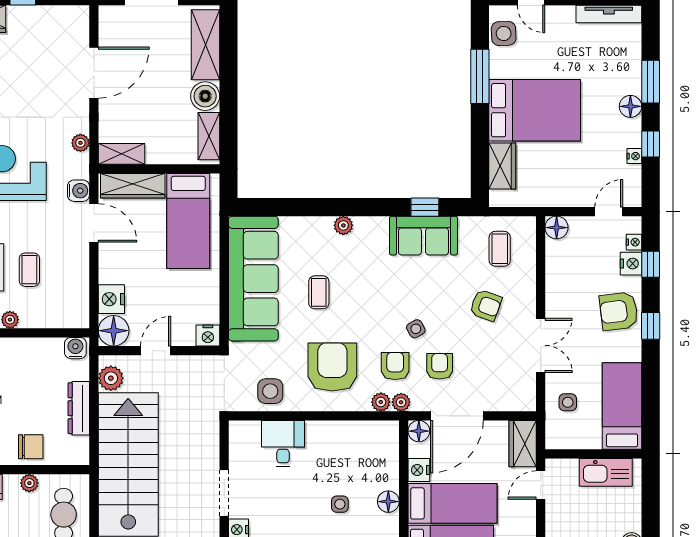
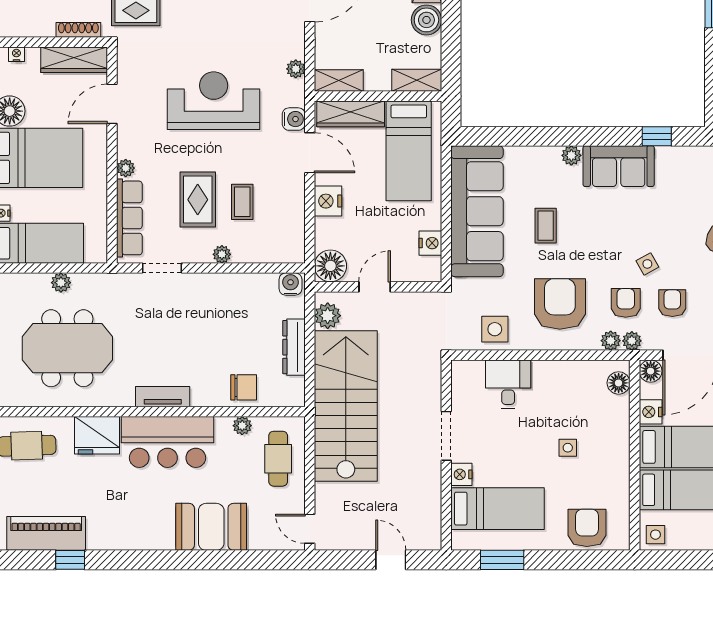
shelving: (209, 136) -> (417, 80), moved, turned 90
sofa: (423, 236) -> (619, 166), moved
nightstand: (111, 299) -> (328, 201), moved
nightstand: (208, 336) -> (430, 243), moved, turned -90
floor lamp: (388, 502) -> (619, 383), moved

